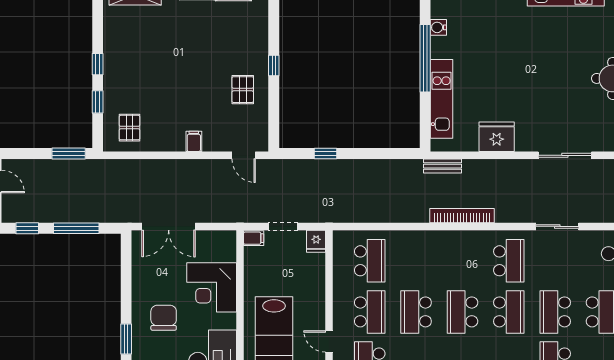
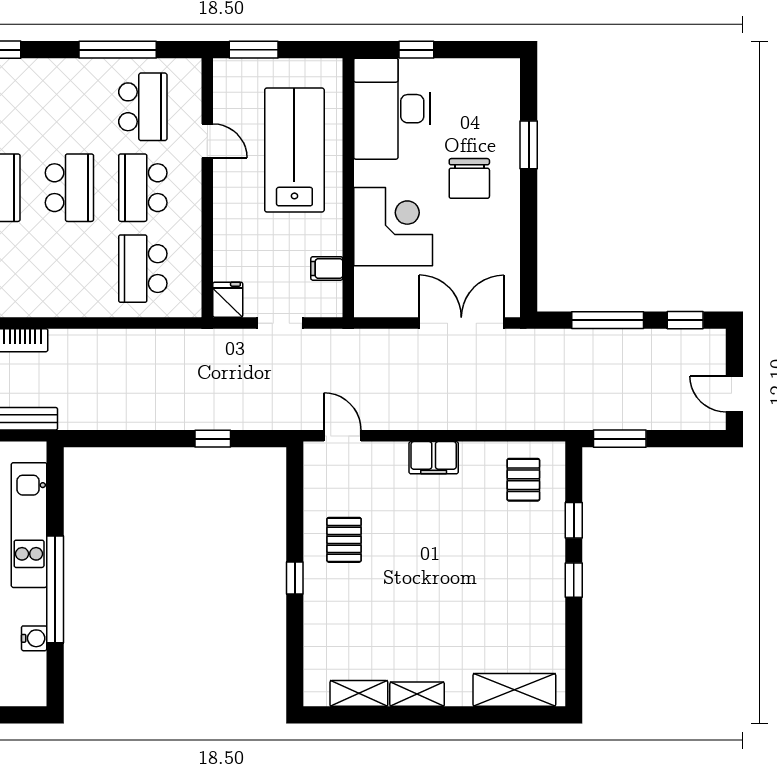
filing cabinet: (194, 141) -> (434, 458), width x2.00
filing cabinet: (254, 238) -> (327, 268), moved

